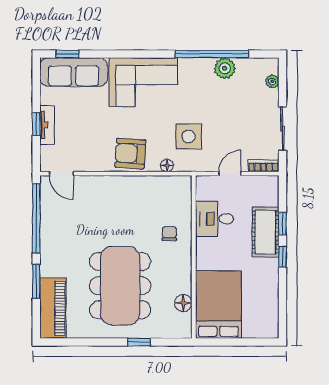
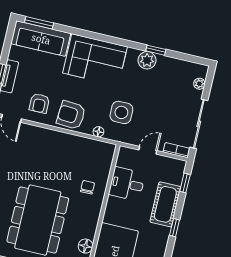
window: (67, 54) -> (39, 23), width x1.50
window: (212, 54) -> (156, 50), width x0.32
plant: (225, 68) -> (147, 60), moved
sliding door: (282, 129) -> (199, 124), width x1.37
armchair: (90, 148) -> (39, 103), added
window: (282, 224) -> (185, 183), moved

